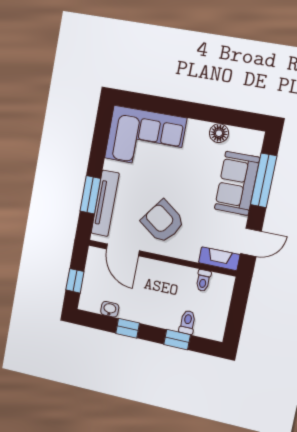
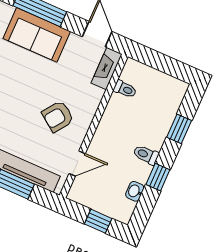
armchair: (163, 222) -> (58, 116), width x0.72, depth x0.72
door: (123, 250) -> (77, 164), width x0.73
toilet: (187, 322) -> (146, 155), moved

